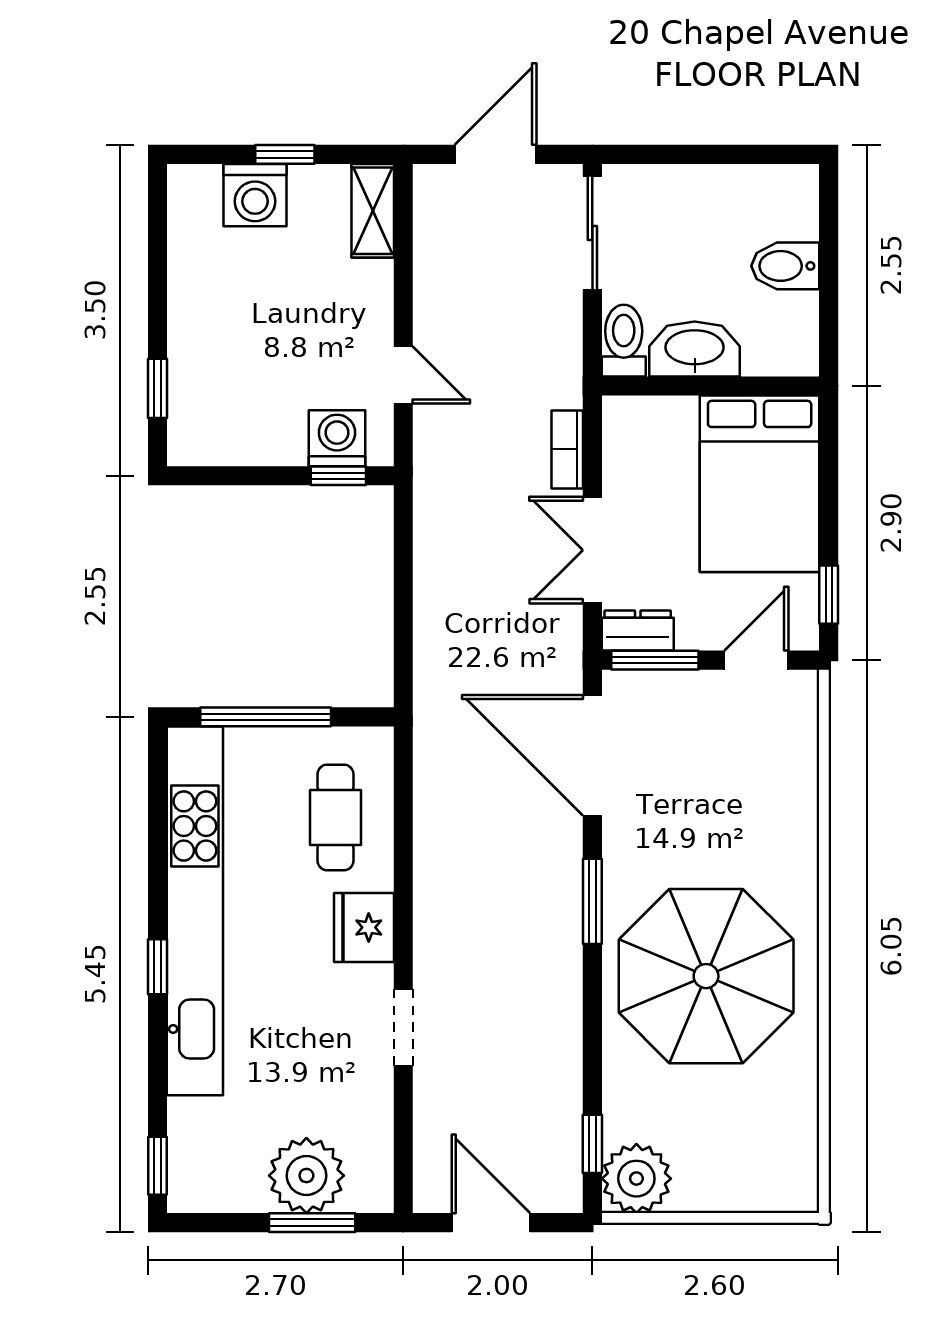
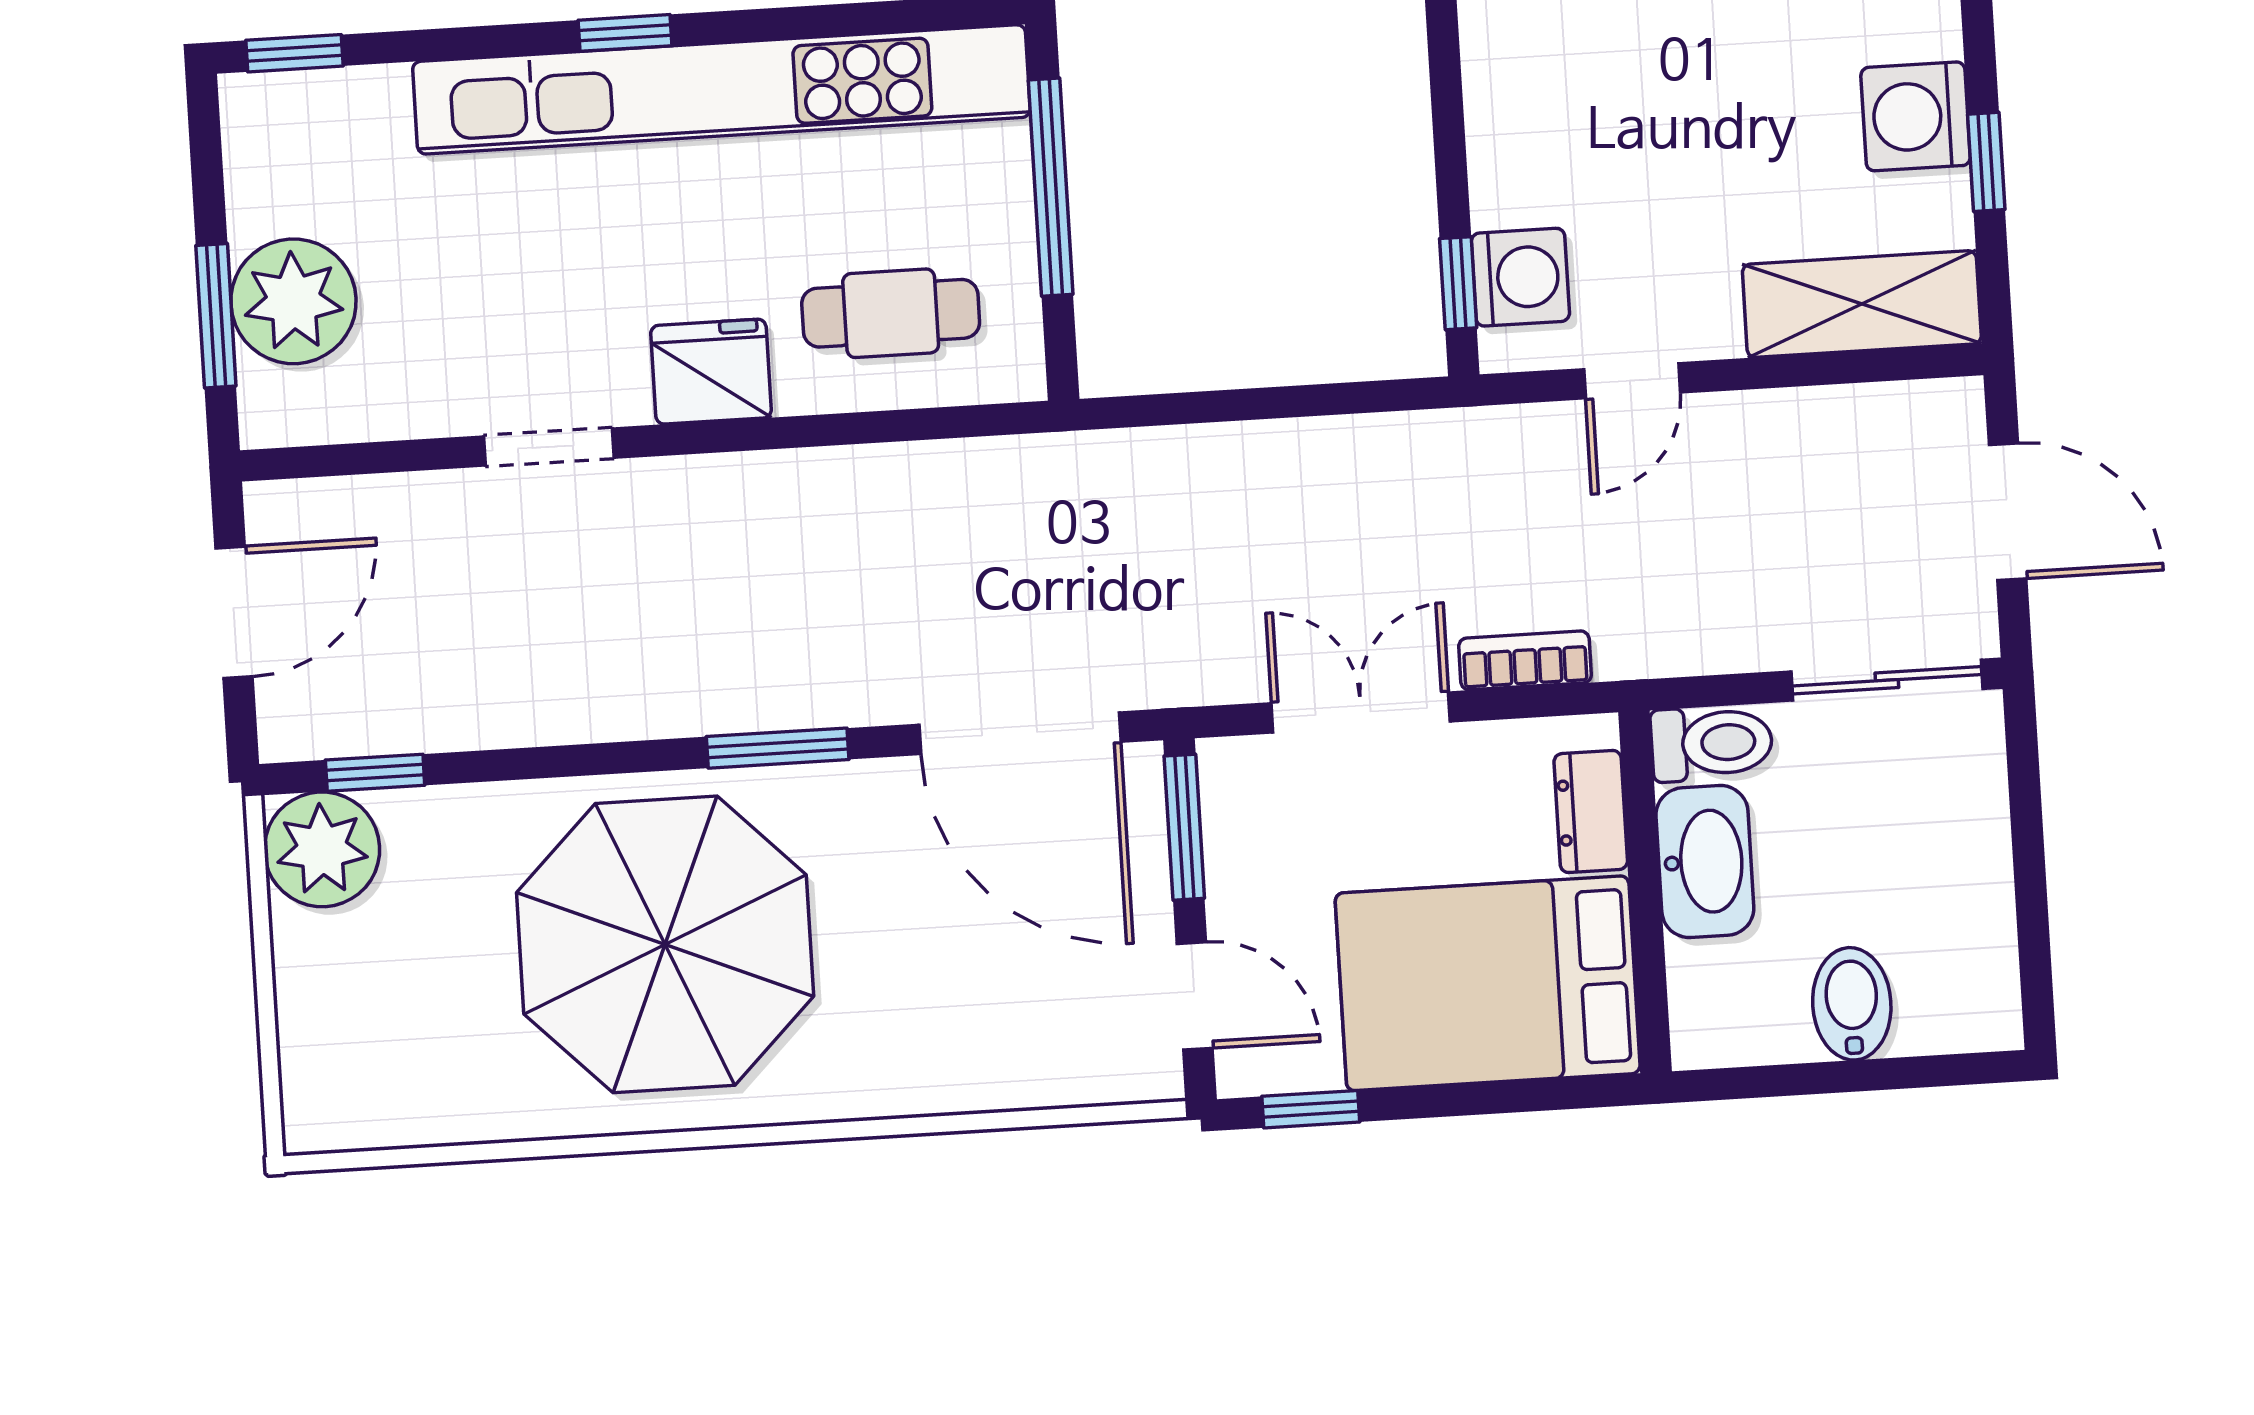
shelving: (373, 211) -> (1862, 304), width x1.50, depth x1.33
dresser: (638, 630) -> (1591, 812), moved, turned 180
door: (592, 755) -> (1020, 733), swing flipped

